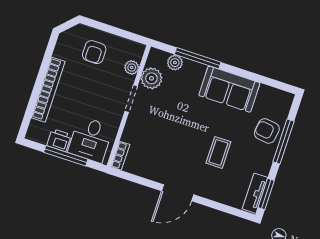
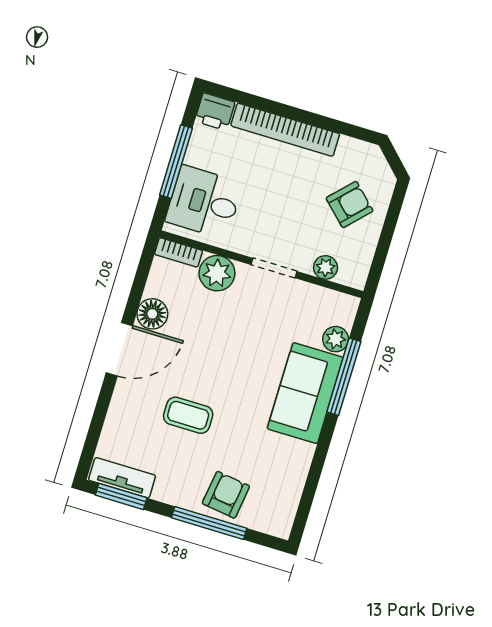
armchair: (94, 52) -> (350, 204), turned 134
plant: (151, 78) -> (217, 273), moved
sofa: (229, 89) -> (305, 393), moved
printer: (59, 140) -> (215, 112), moved, turned 90
floor lamp: (157, 172) -> (152, 314), added
door: (178, 193) -> (119, 349), swing flipped

